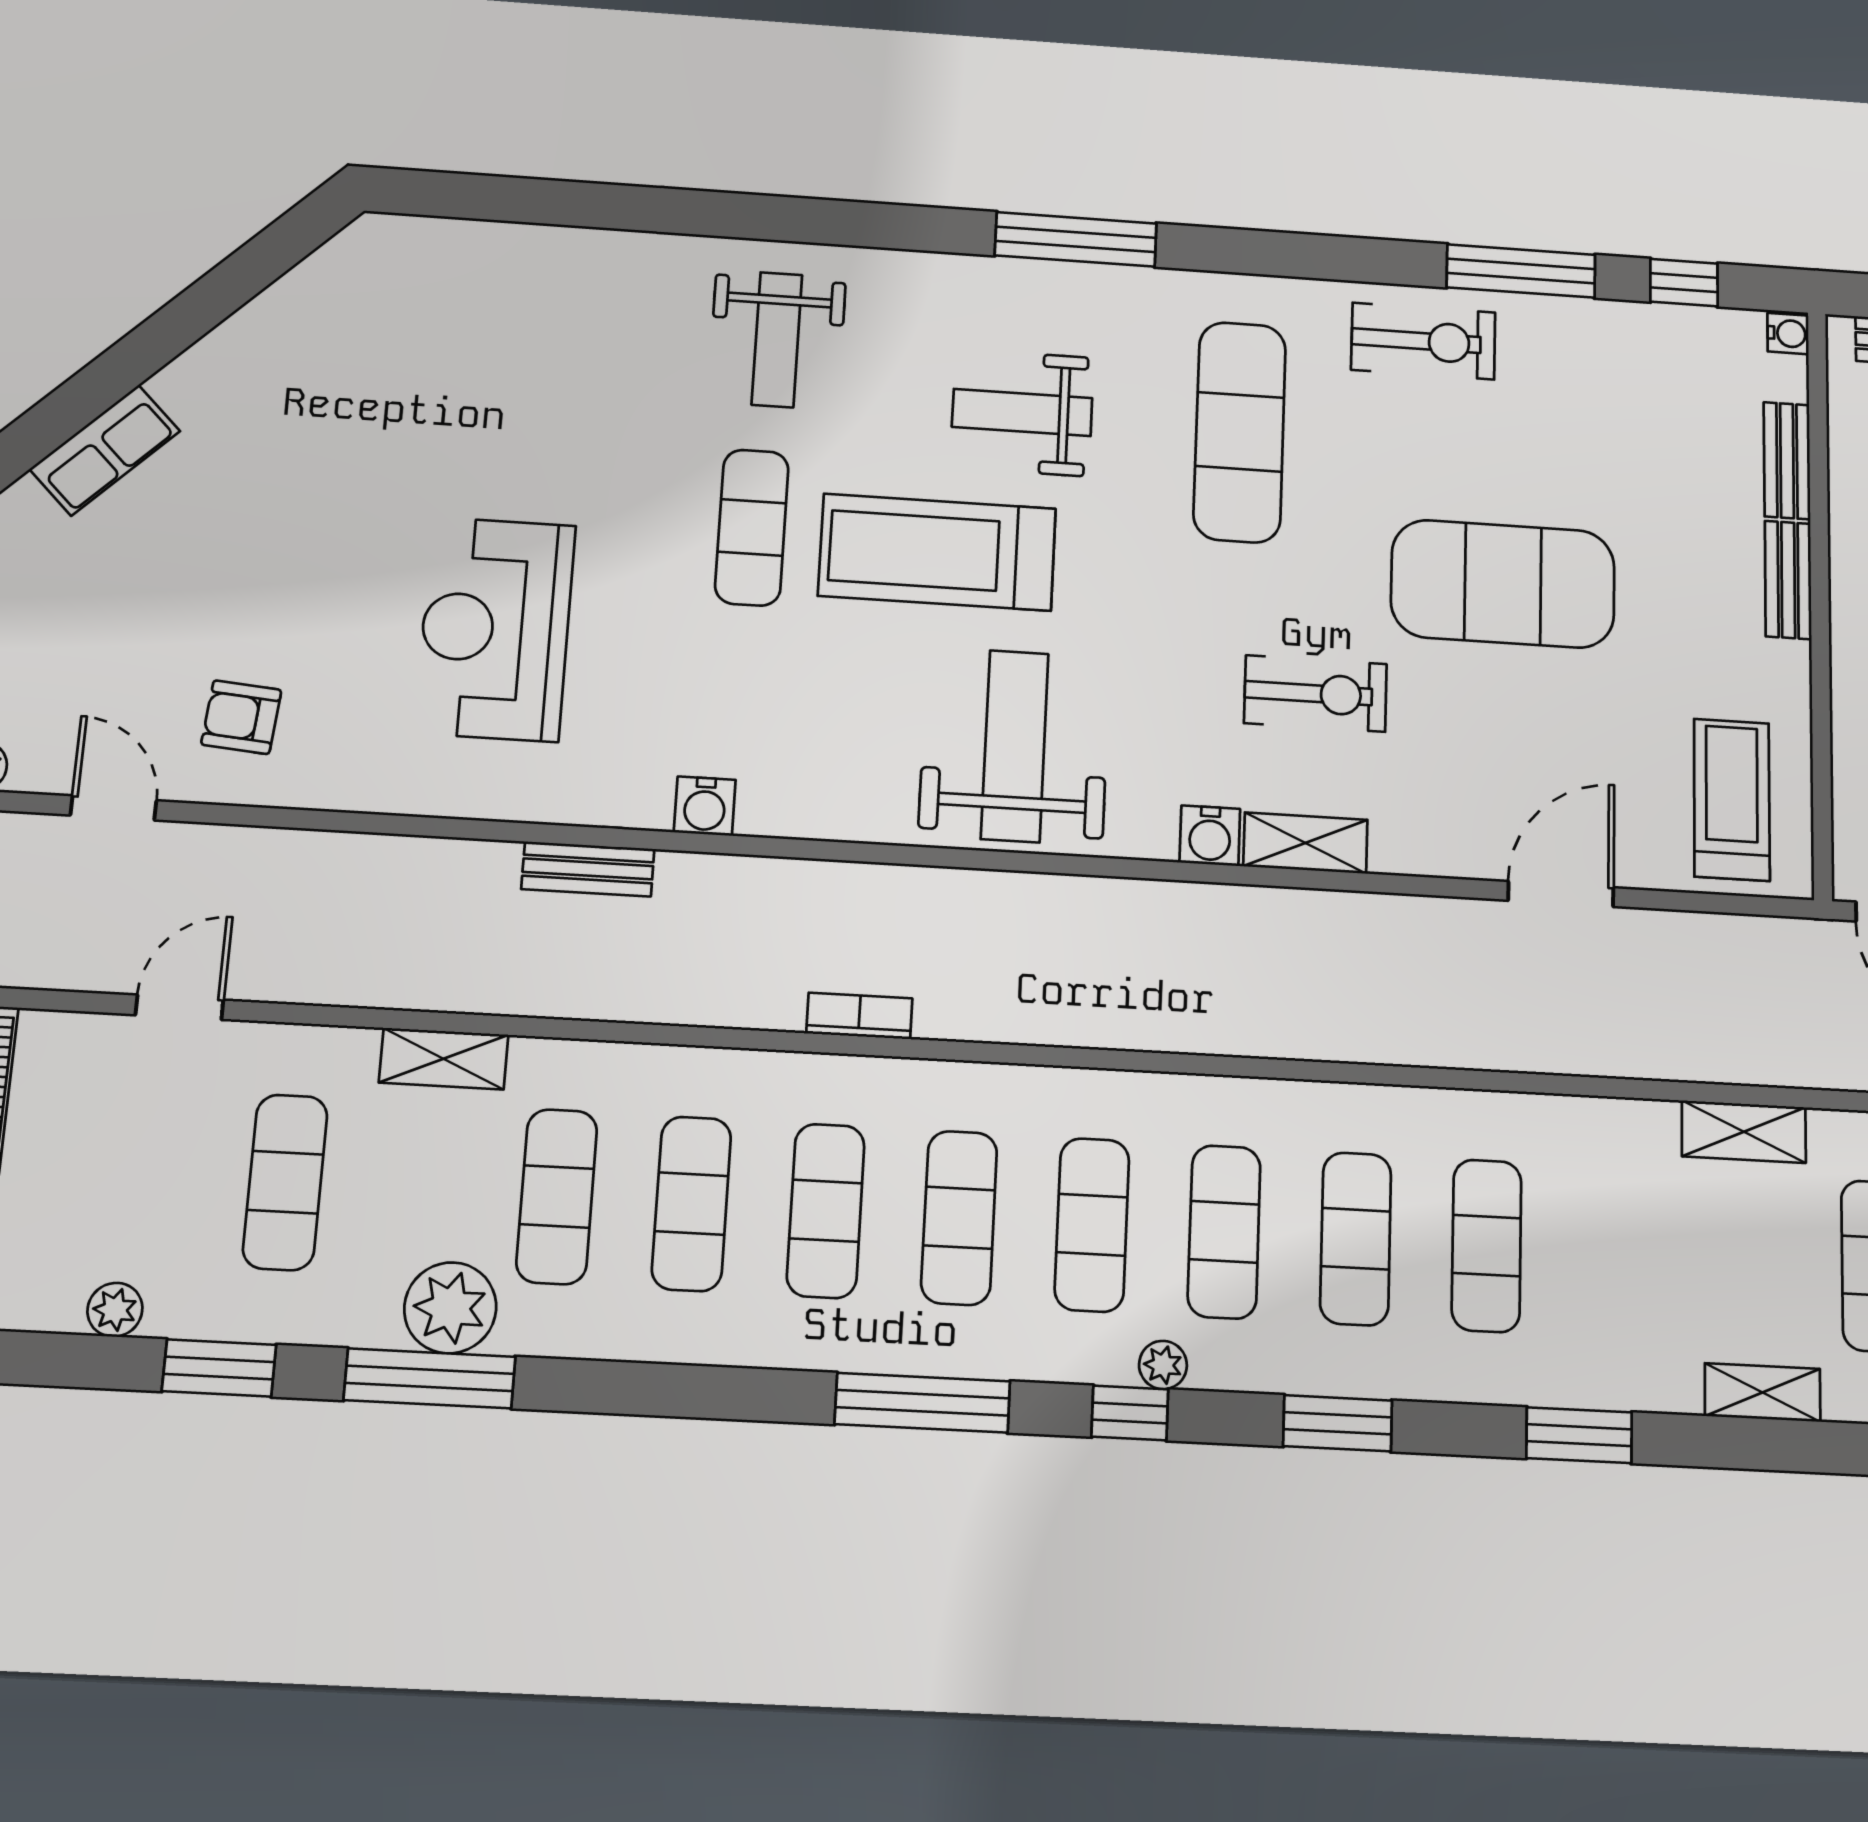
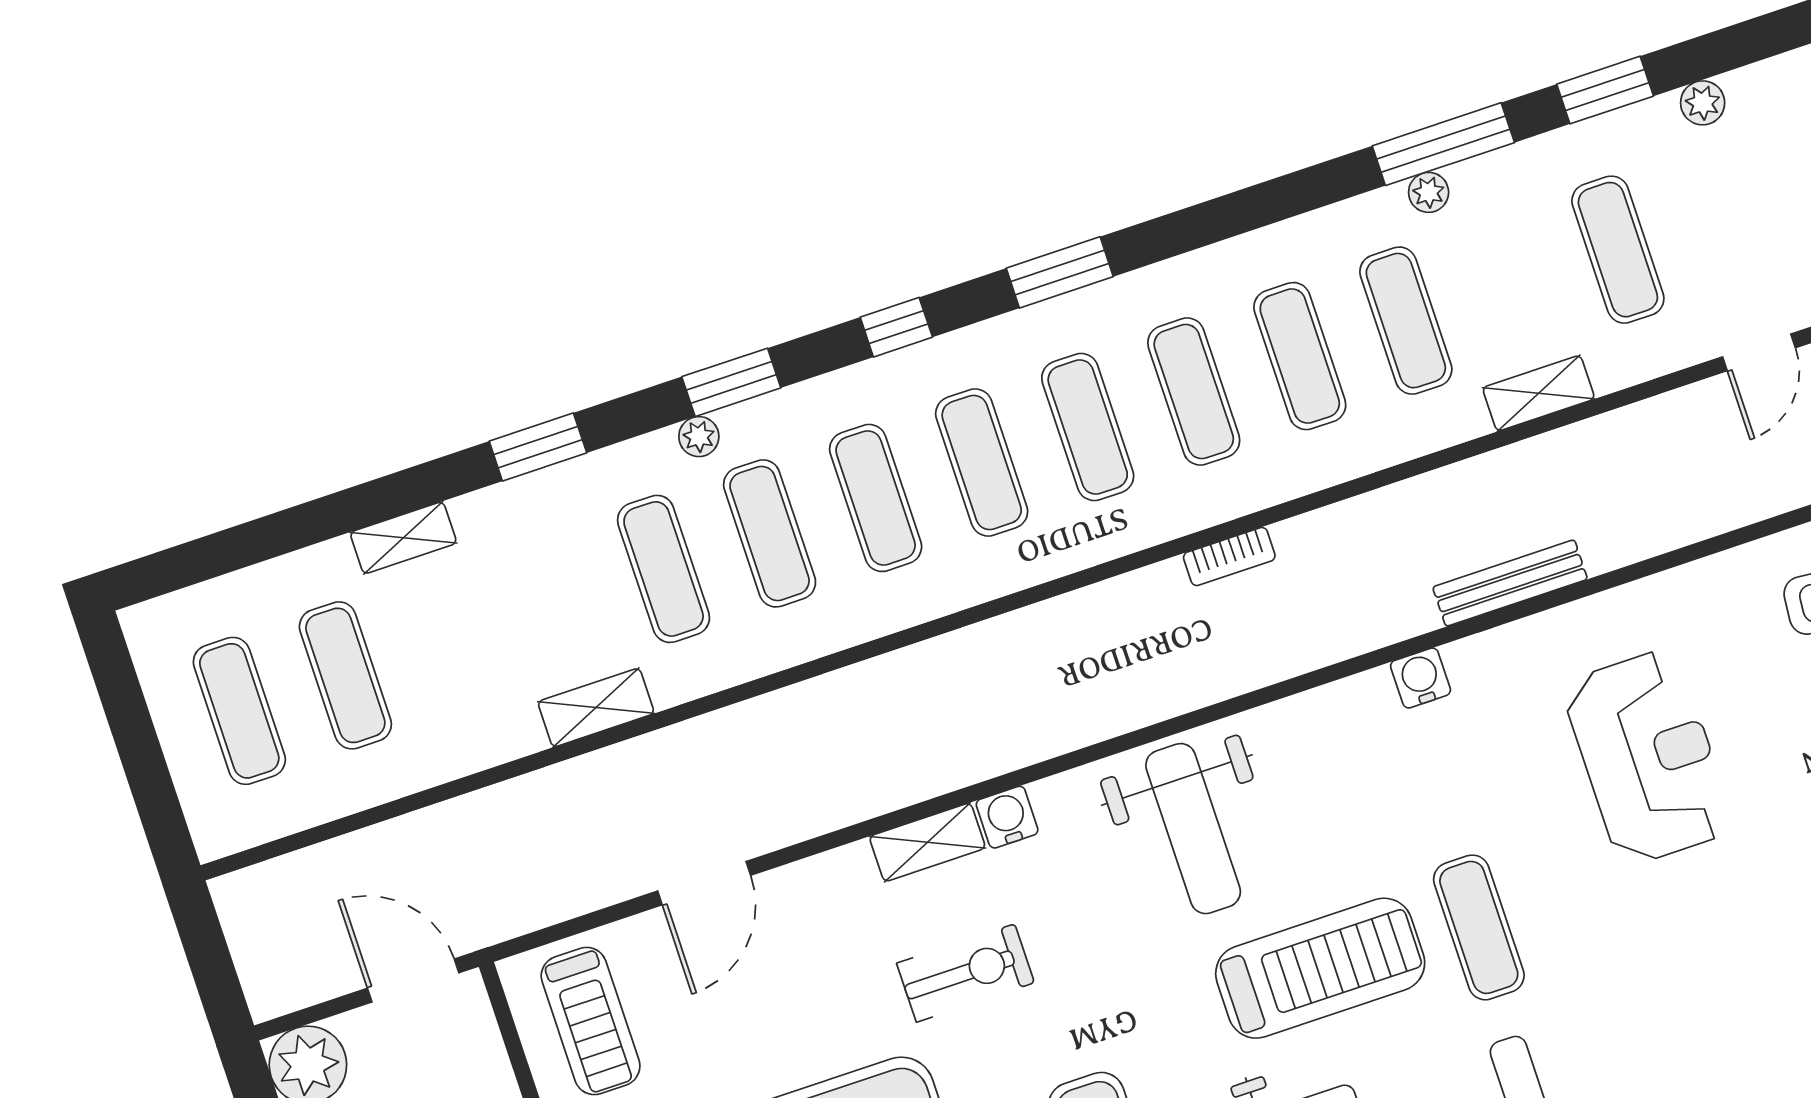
exercise bike: (1315, 694) -> (966, 973), turned 180
bench: (588, 869) -> (1510, 583), width x1.36
shelving: (1744, 1132) -> (596, 708), moved
plant: (450, 1308) -> (1429, 192), width x0.53, depth x0.53
plant: (1163, 1365) -> (699, 437), moved
window: (922, 1403) -> (1060, 272), width x0.69

